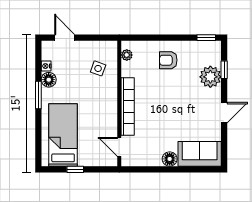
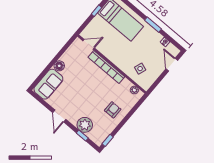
door: (65, 38) -> (172, 65), swing flipped
floor lamp: (49, 80) -> (156, 37), removed

